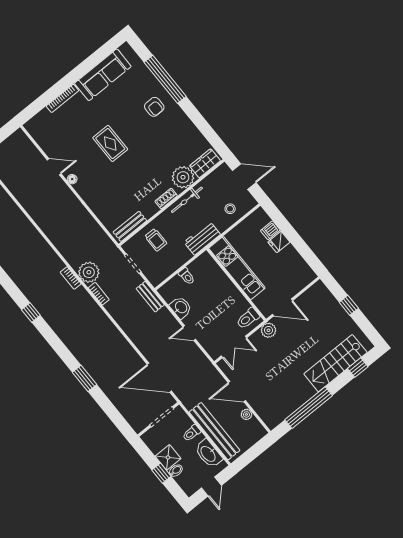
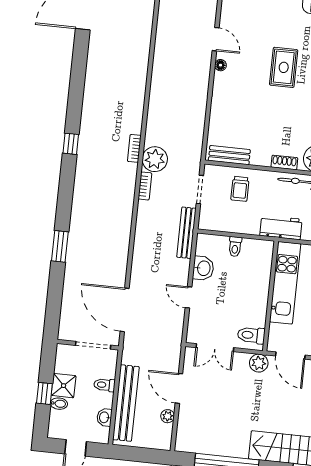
bench: (150, 297) -> (186, 233), width x1.36
washbasin: (208, 454) -> (104, 417), width x0.52, depth x0.69

